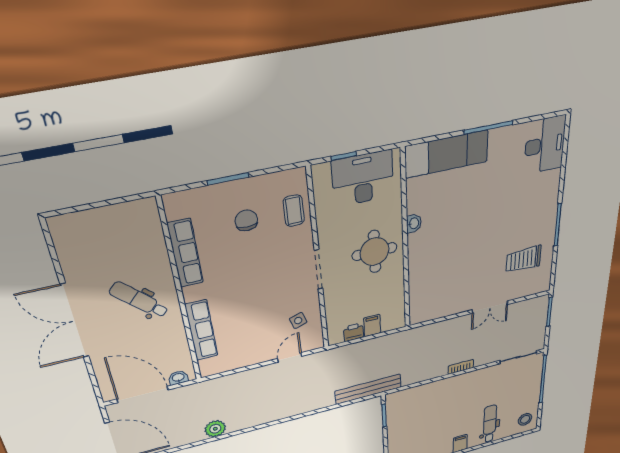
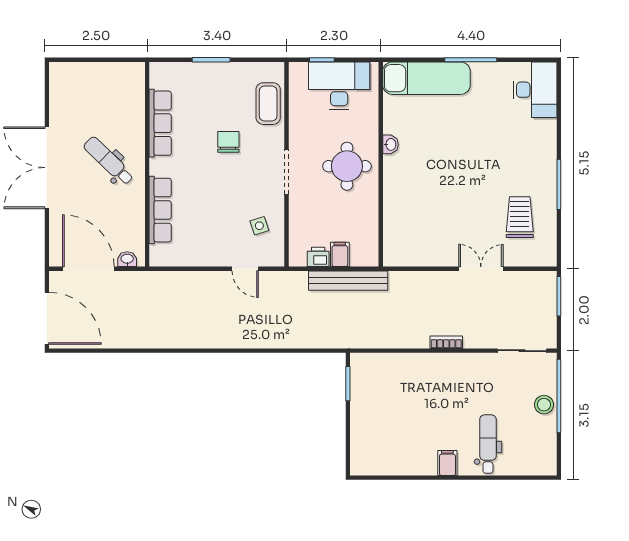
coffee table: (294, 211) -> (268, 104), width x1.36, depth x1.30
chair: (246, 220) -> (228, 142), moved
trolley: (524, 259) -> (520, 217), turned 90
double door: (490, 307) -> (481, 269), swing flipped
door: (290, 357) -> (245, 269), swing flipped
bench: (368, 389) -> (348, 281), moved
stool: (525, 419) -> (544, 405), moved
plant: (215, 429) -> (153, 337), removed

